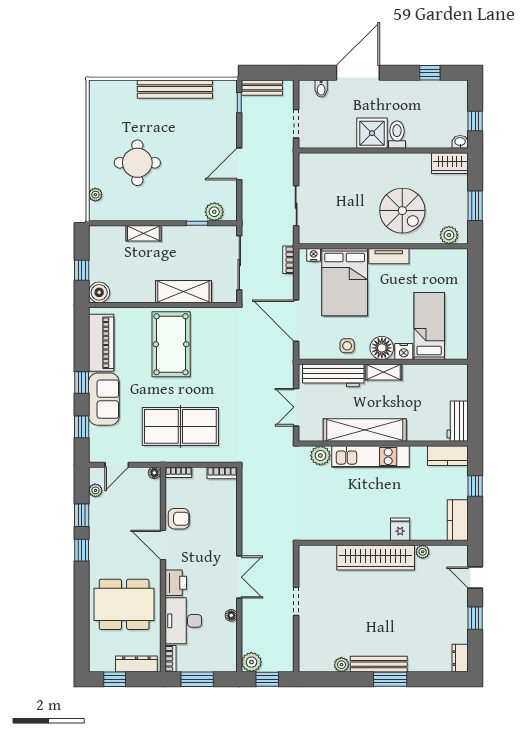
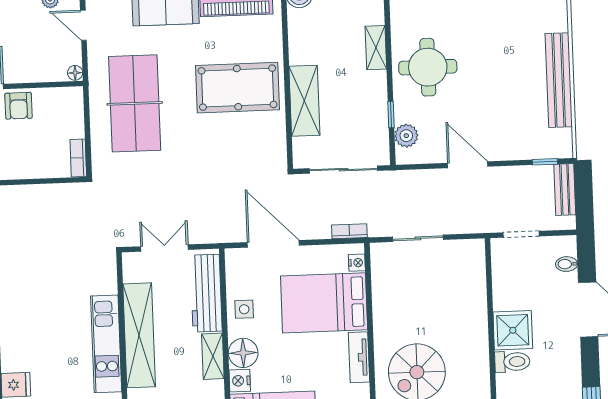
round table: (137, 163) -> (428, 67), moved
door: (296, 321) -> (273, 244), hinge flipped
plant: (320, 456) -> (105, 281), removed
bookcase: (178, 472) -> (77, 103), removed

